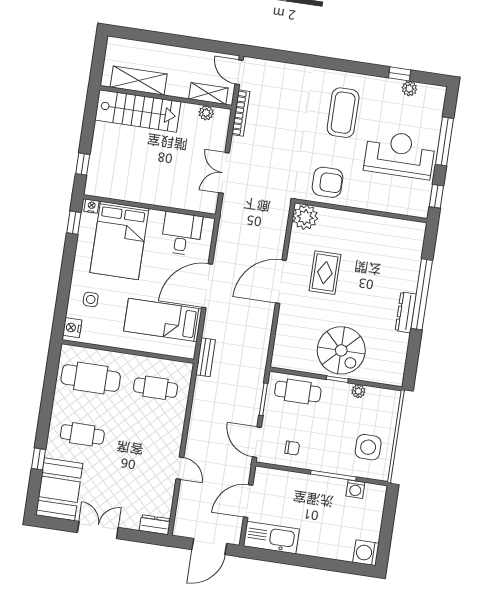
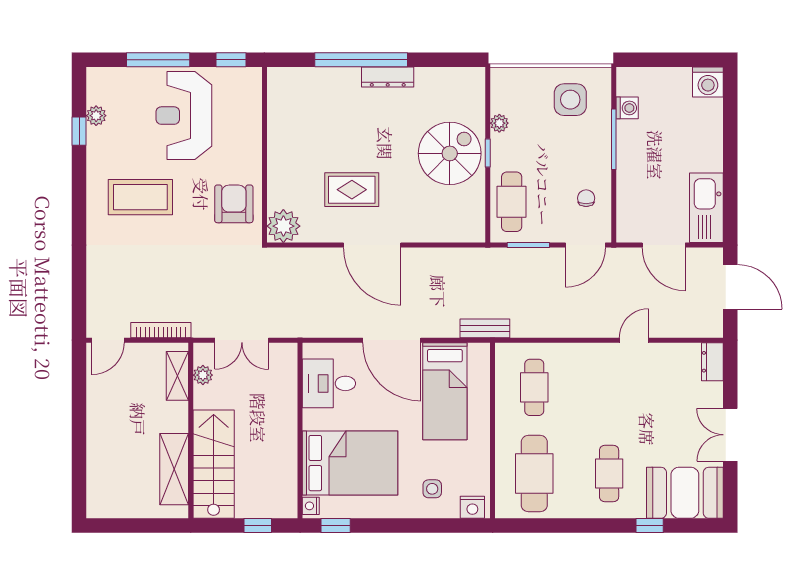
shelving: (139, 81) -> (174, 469), moved
shelving: (208, 93) -> (177, 376), moved
wall: (166, 97) -> (191, 430), moved
stairs: (138, 111) -> (214, 464), moved
plant: (206, 113) -> (203, 375), moved

